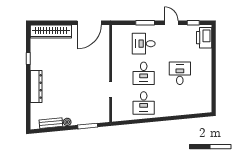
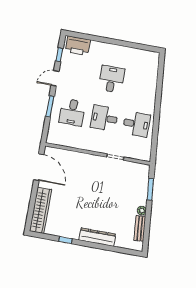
desk: (144, 73) -> (104, 118), turned 180
desk: (180, 73) -> (111, 79), turned 90

